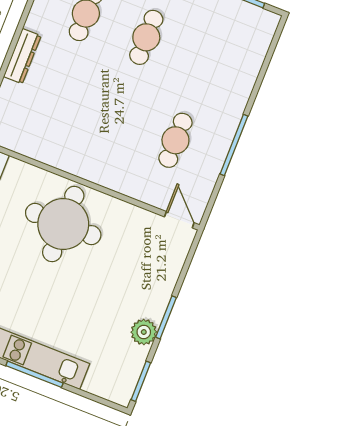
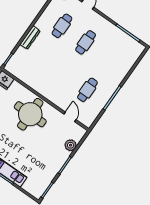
door: (179, 220) -> (70, 117), moved
plant: (144, 332) -> (71, 145), moved

